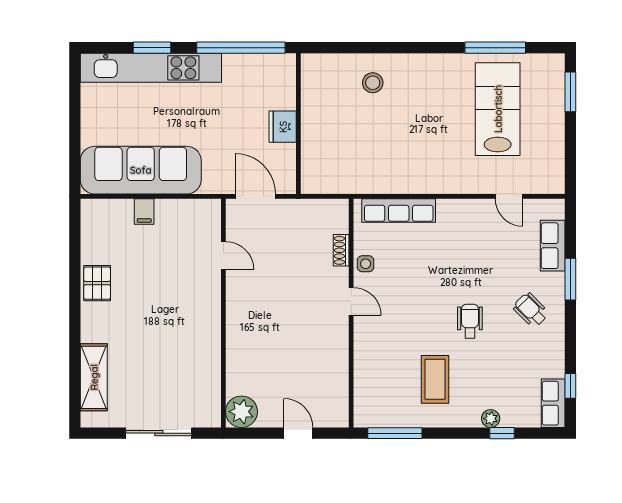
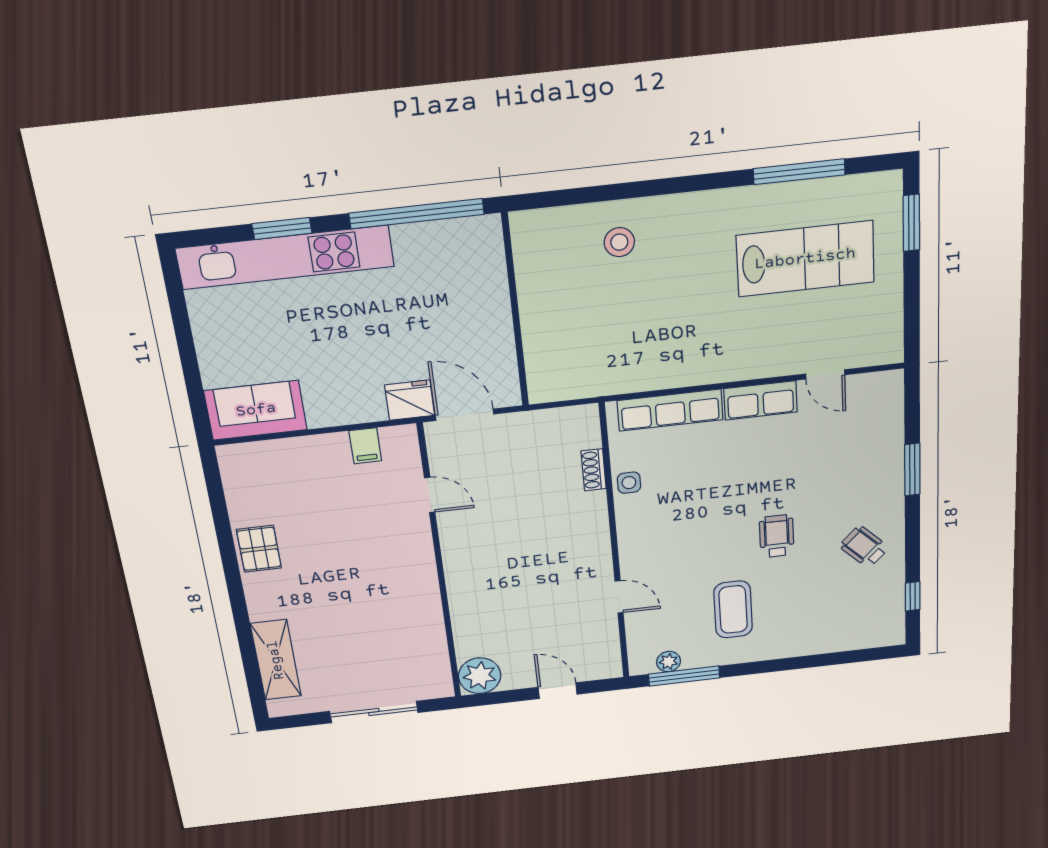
lab bench: (498, 109) -> (805, 259), turned 90
fridge: (283, 127) -> (410, 400), moved, turned 90
sofa: (141, 170) -> (256, 410), width x0.54, depth x0.79
filing cabinet: (144, 211) -> (365, 446), moved
row of seats: (553, 246) -> (761, 400), moved, turned -90
door: (351, 301) -> (619, 597), moved
wheelchair: (531, 310) -> (864, 547), moved
row of seats: (553, 403) -> (890, 619), removed
plant: (491, 419) -> (669, 662), moved
window: (502, 433) -> (824, 660), removed

